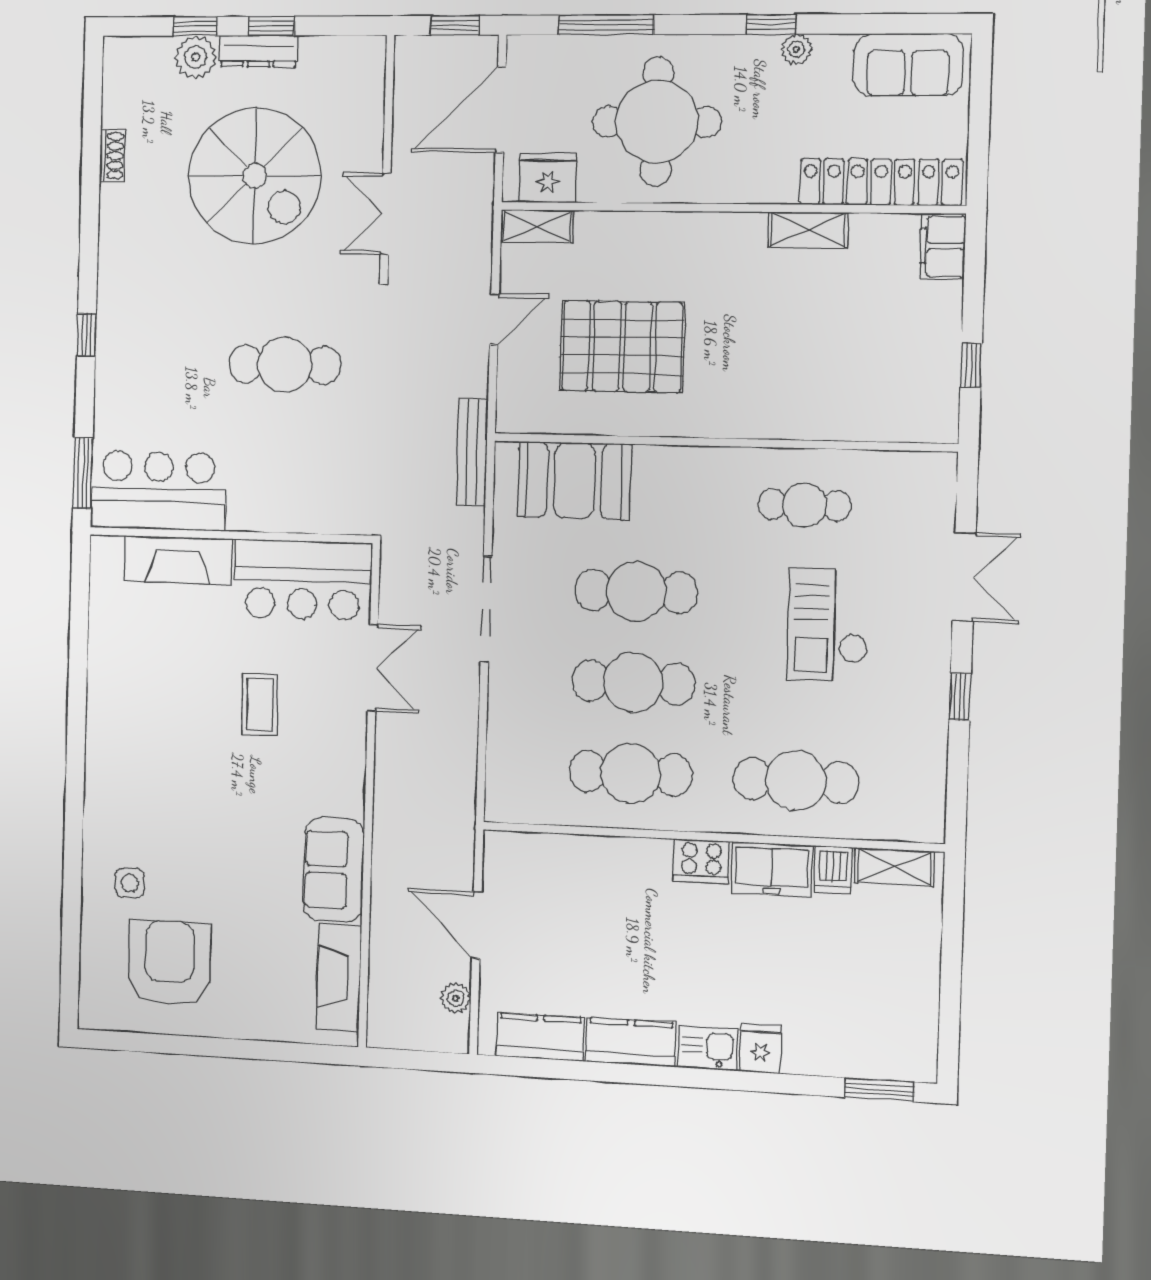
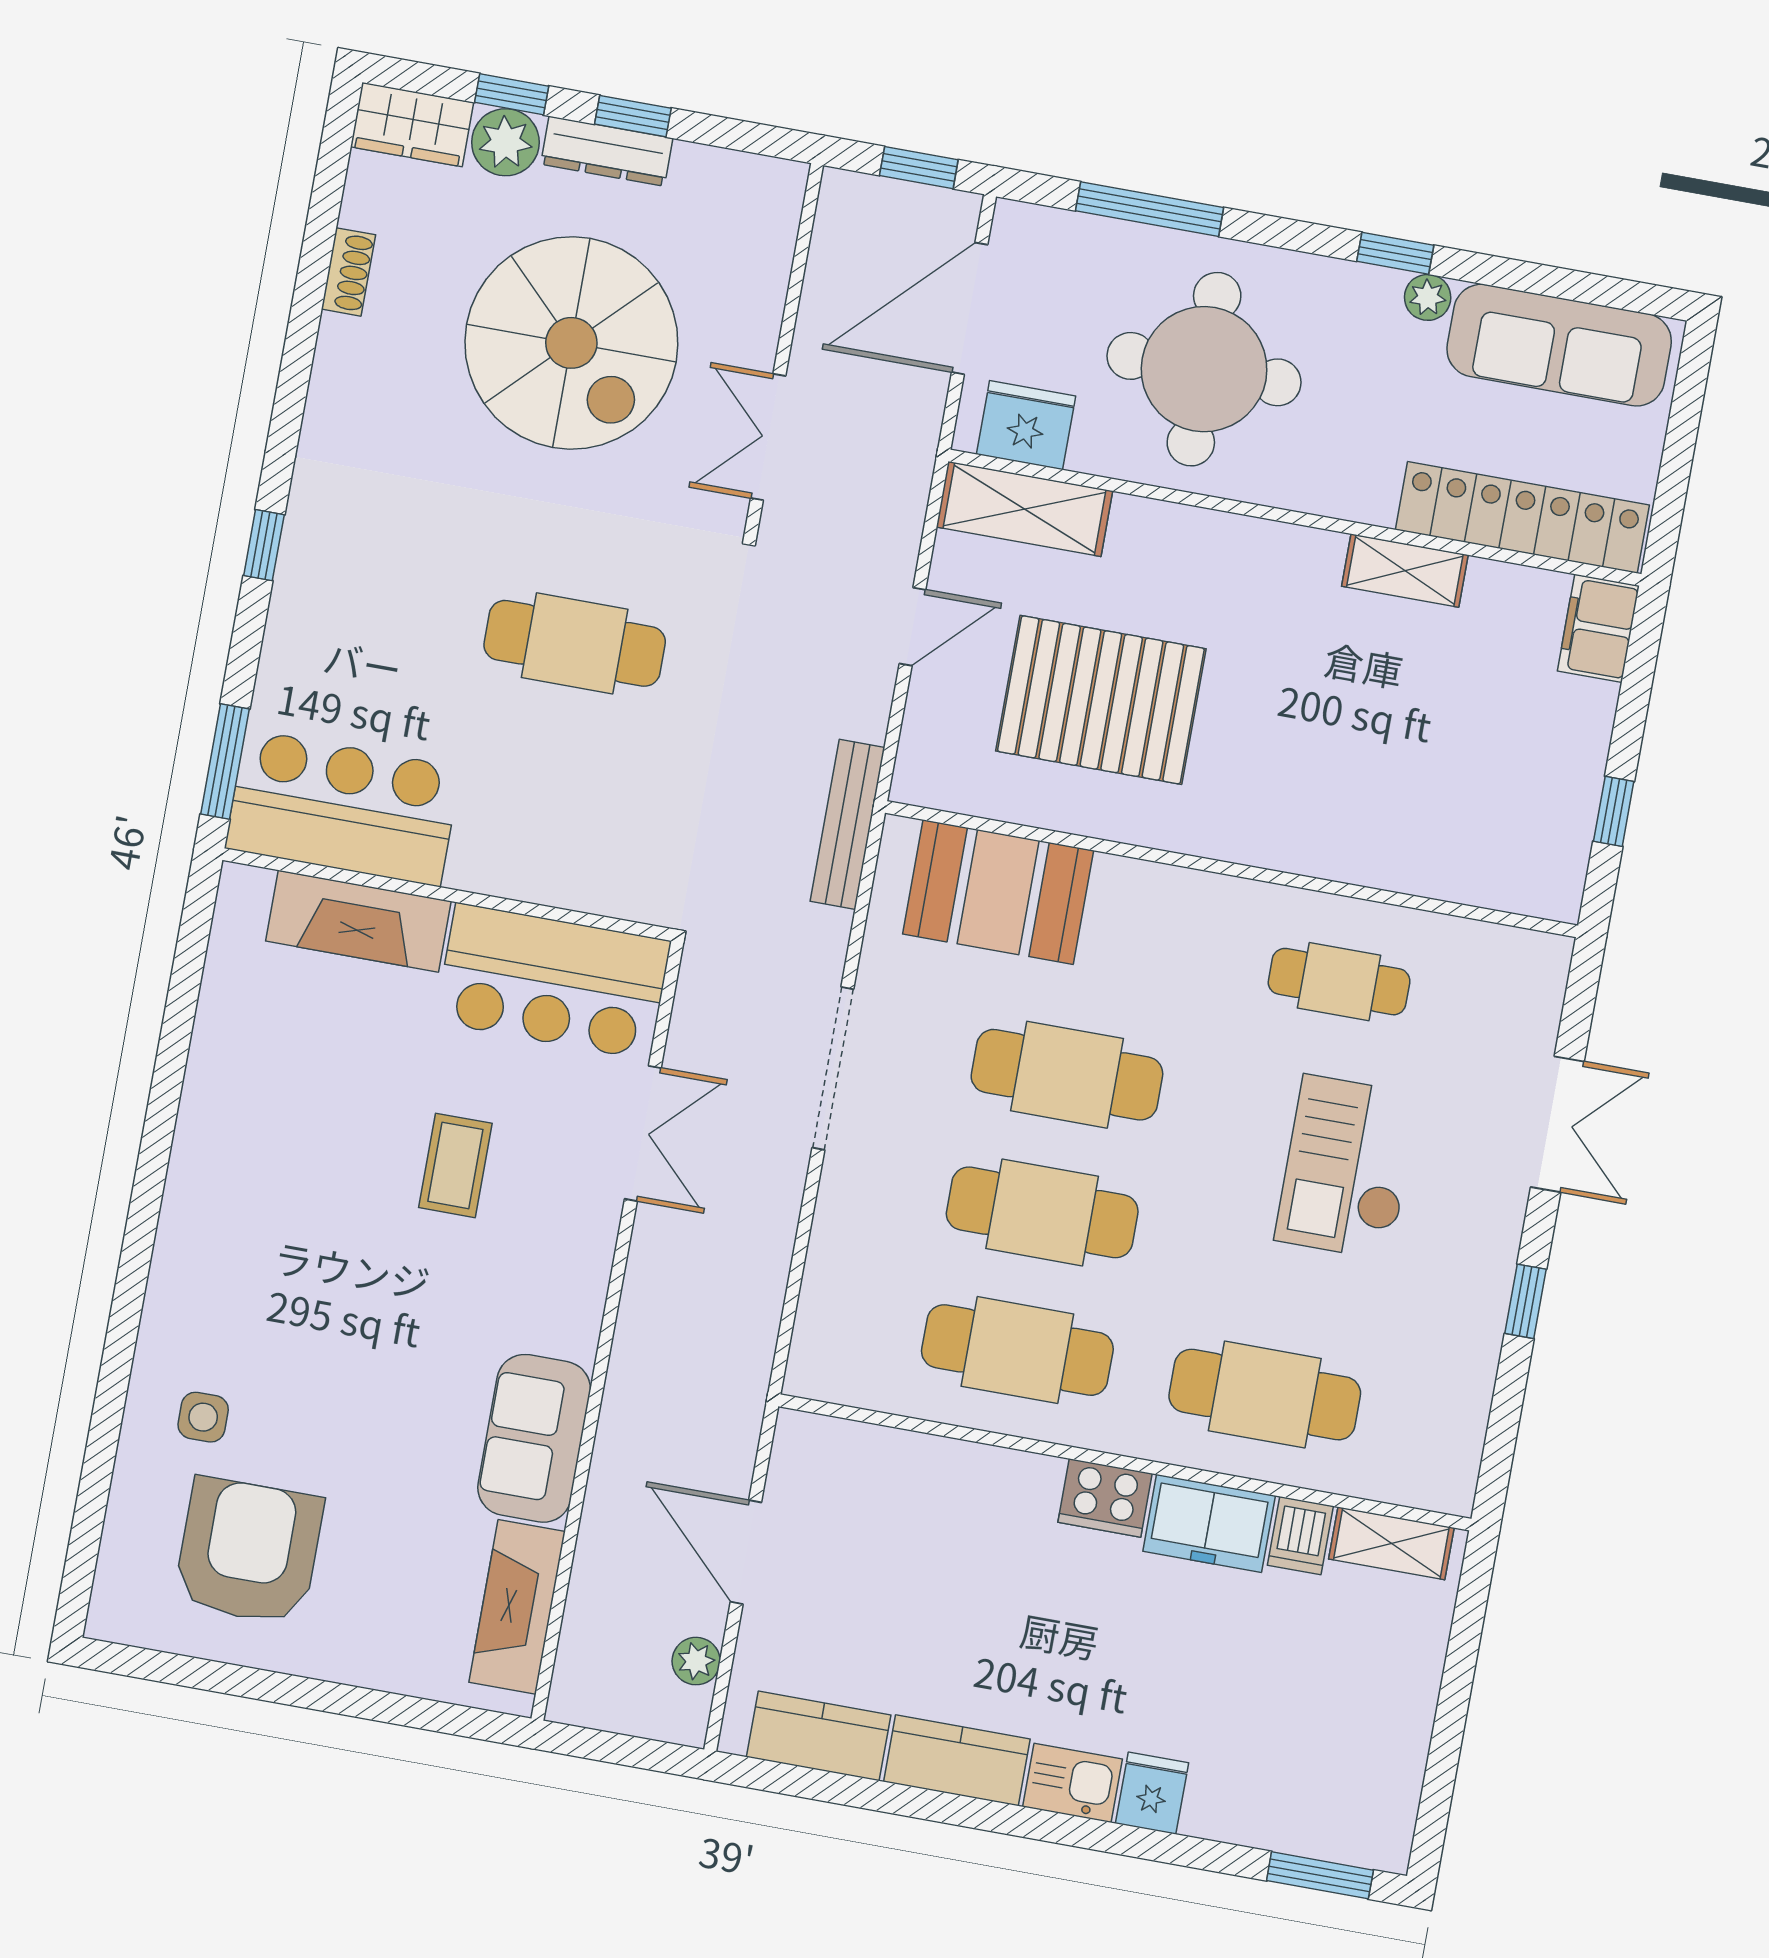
wardrobe: (137, 57) -> (412, 125), added
sofa: (908, 65) -> (1559, 345), width x1.36
shelving: (537, 226) -> (1024, 509), width x1.50, depth x1.33

